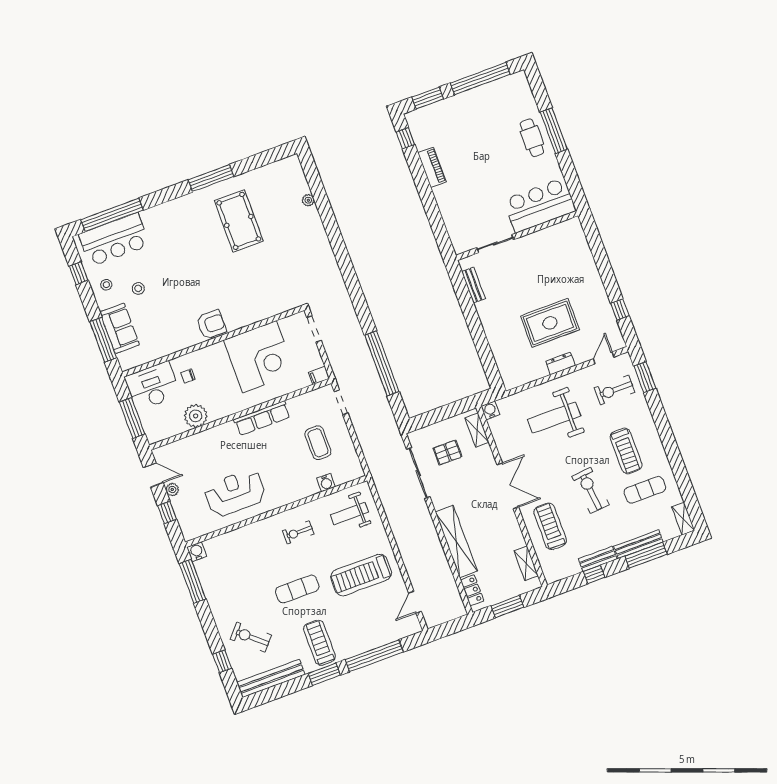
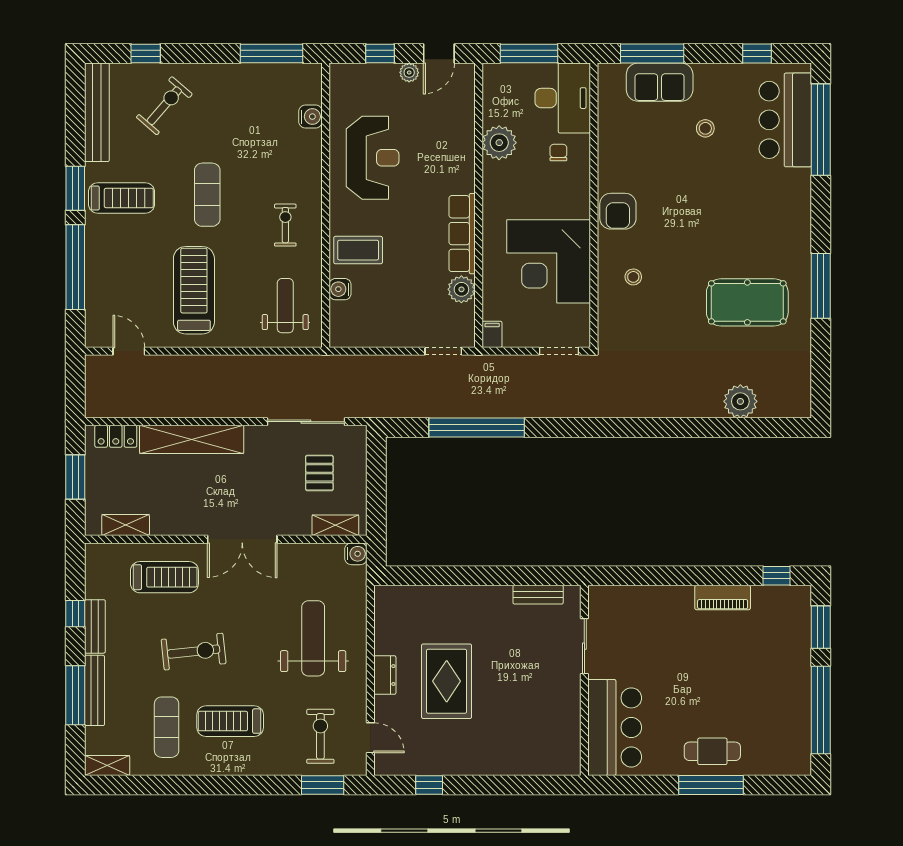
plant: (308, 200) -> (740, 401), width x1.87, depth x1.87
stool: (106, 285) -> (633, 277), moved
plant: (298, 405) -> (461, 289), added
coffee table: (318, 443) -> (358, 250), moved
water cooler: (197, 552) -> (311, 117), moved

